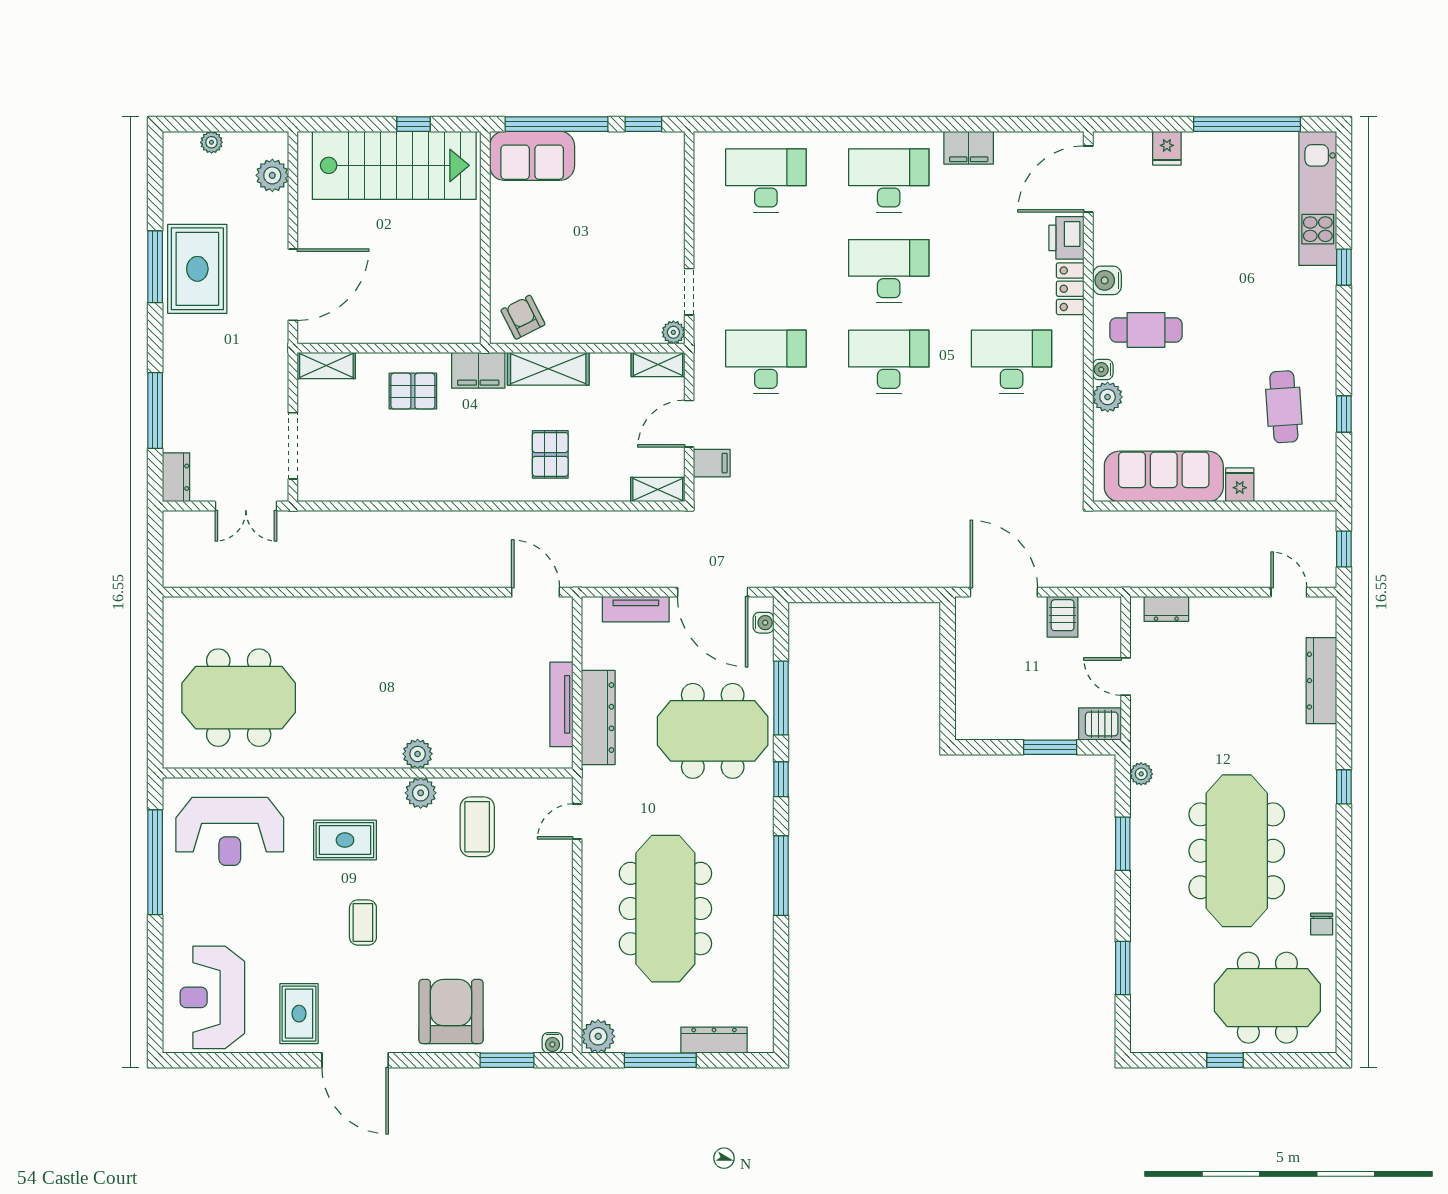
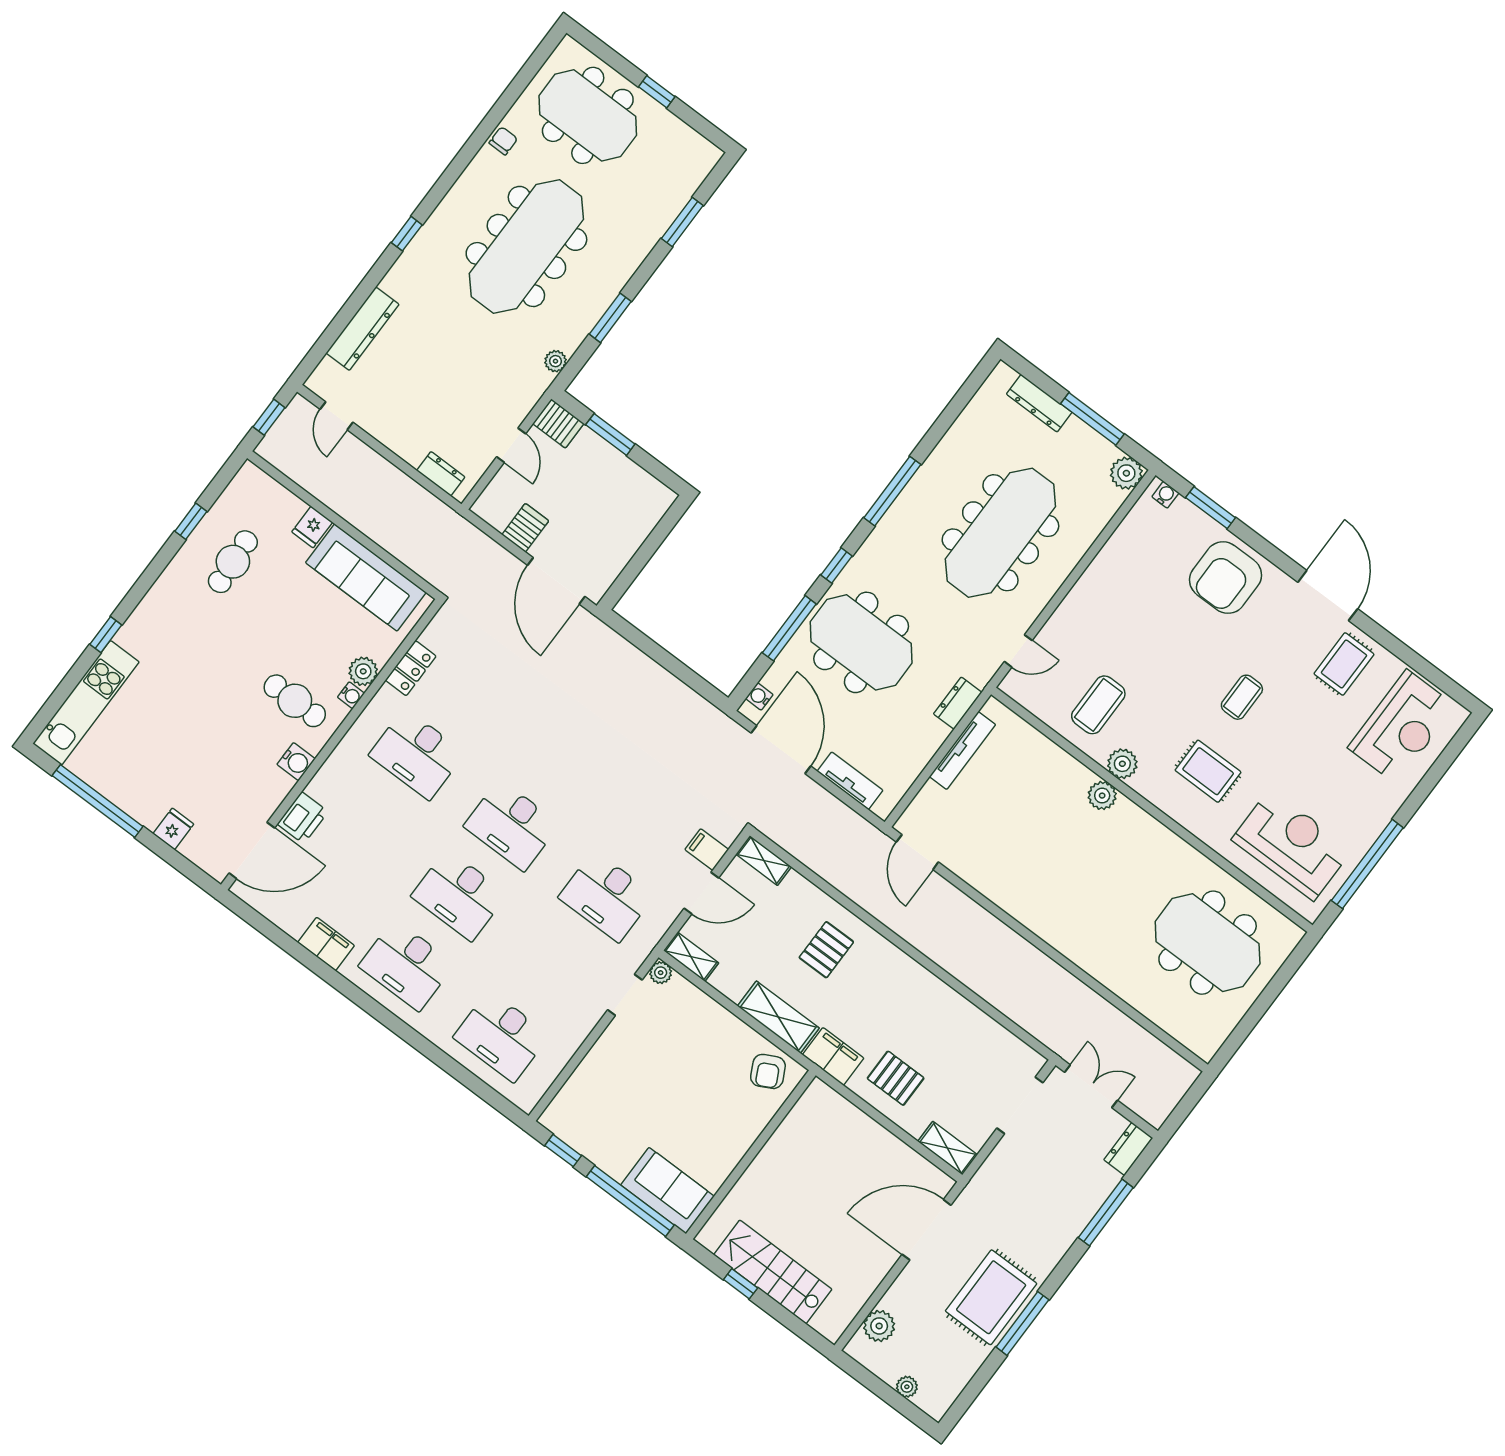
stairs: (394, 165) -> (773, 1272), width x0.73, depth x0.66
locker: (1070, 289) -> (411, 668), moved
dresser: (598, 718) -> (958, 703), width x0.51, depth x0.80

